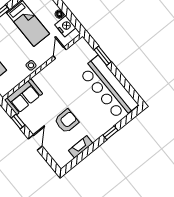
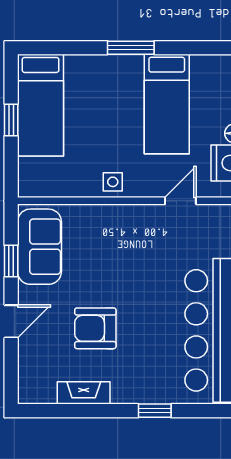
sofa: (24, 97) -> (39, 247), moved, turned -90
armchair: (66, 121) -> (95, 328), turned 180

